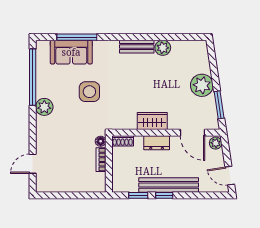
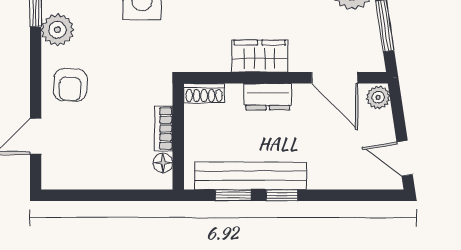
armchair: (51, 136) -> (70, 85), added
floor lamp: (101, 141) -> (163, 163), moved
bench: (169, 185) -> (251, 176), moved

